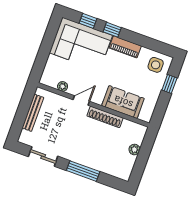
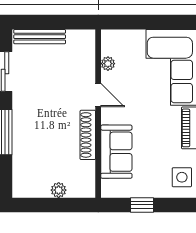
window: (169, 84) -> (142, 205), moved
bench: (33, 113) -> (40, 37), moved

